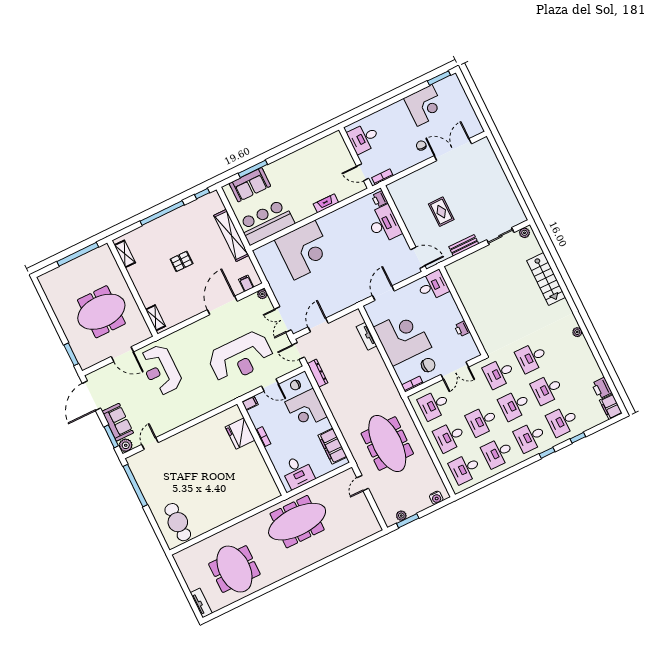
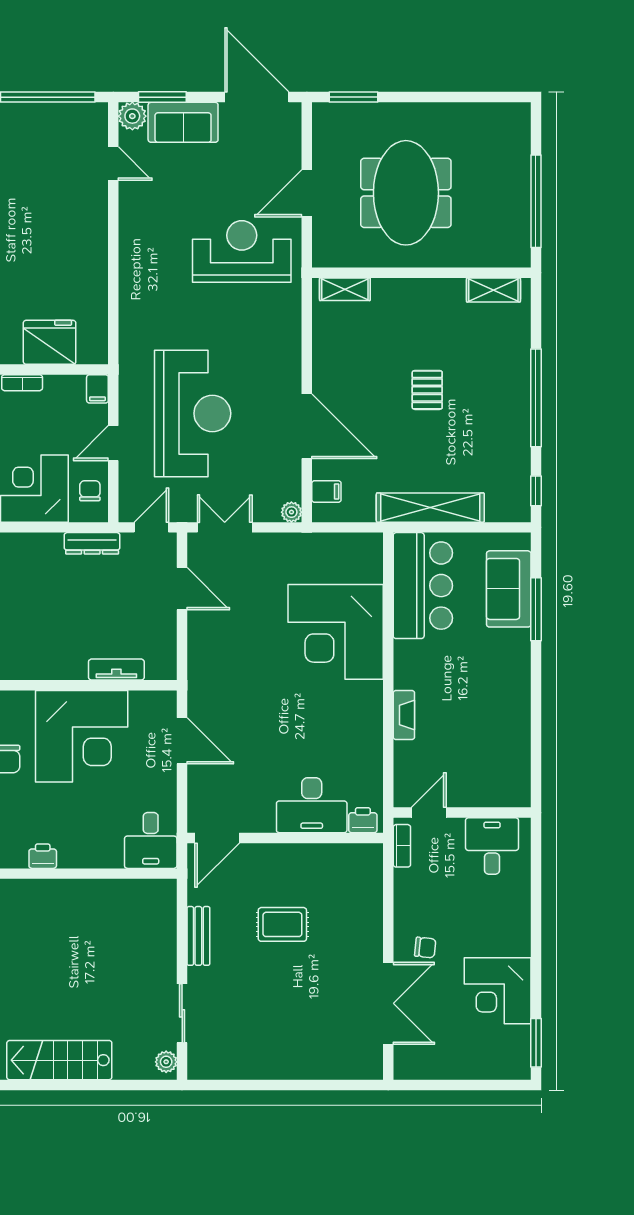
reception desk: (241, 357) -> (193, 413), turned 180

